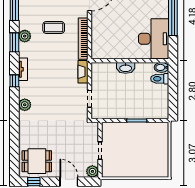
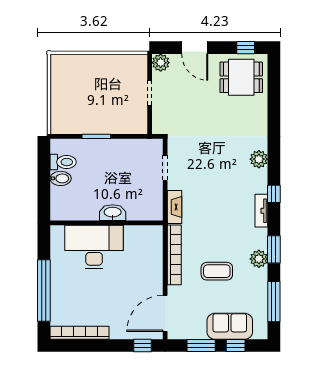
desk: (154, 39) -> (94, 247), moved, turned 90
bidet: (161, 67) -> (61, 178), moved
toilet: (160, 79) -> (63, 162), moved

